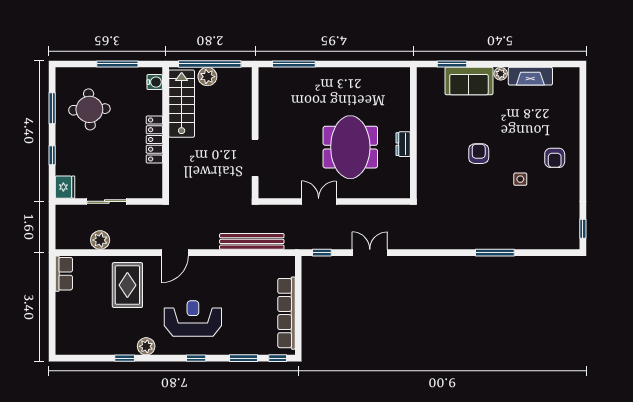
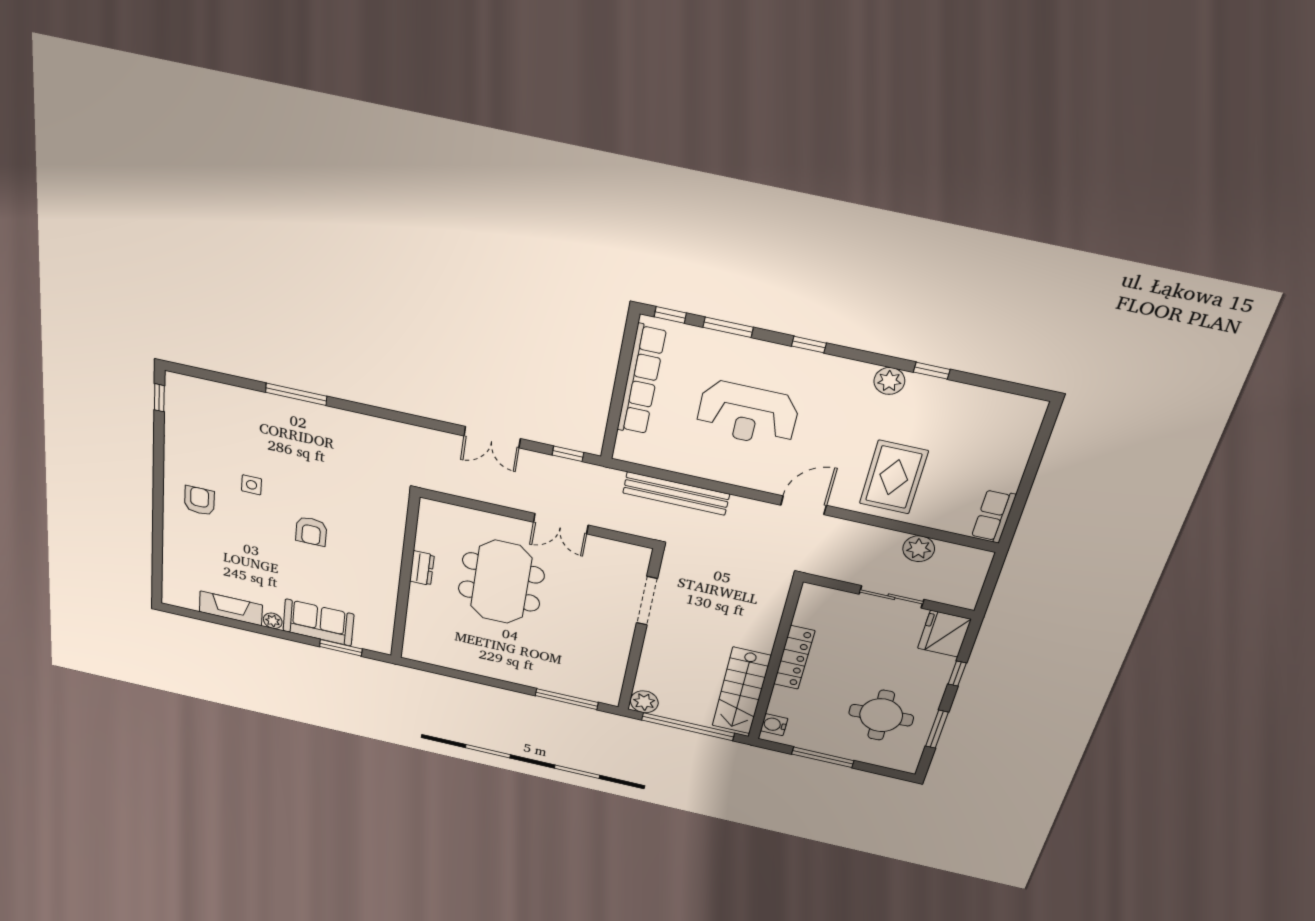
plant: (207, 77) -> (644, 702), moved
fridge: (65, 187) -> (944, 634), width x1.36, depth x1.34
reception desk: (193, 319) -> (748, 414), moved

